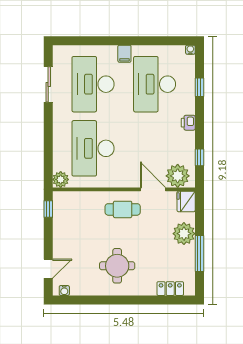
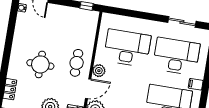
plant: (61, 179) -> (99, 71), moved
round table: (117, 266) -> (40, 64), moved

